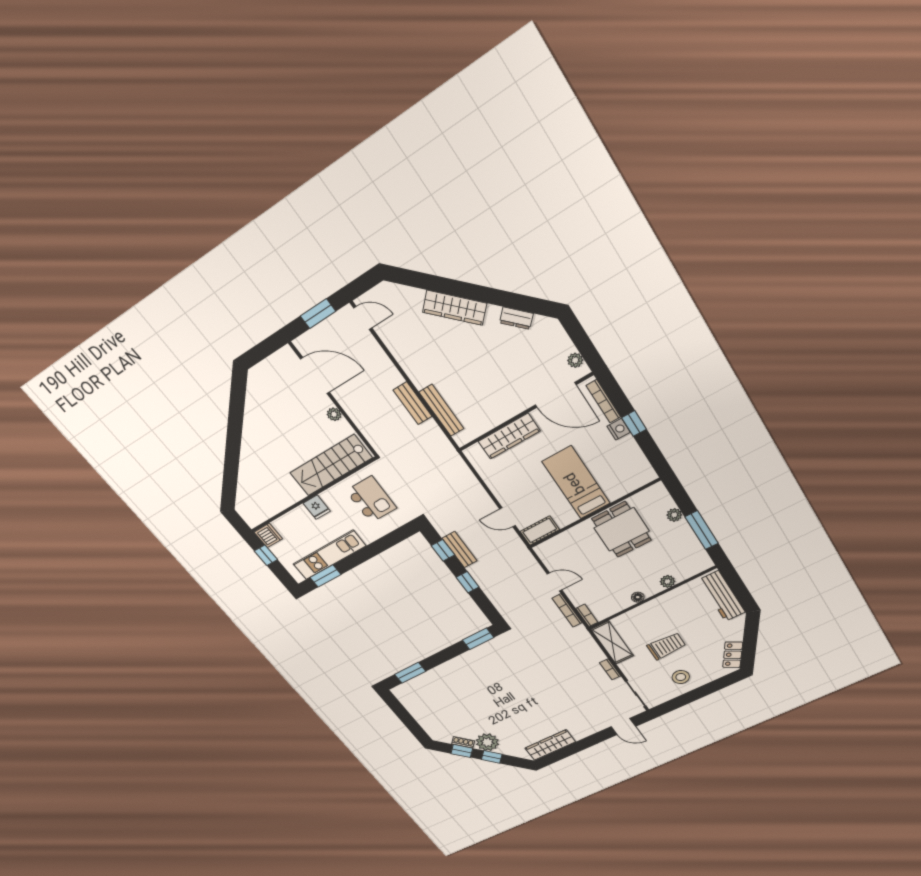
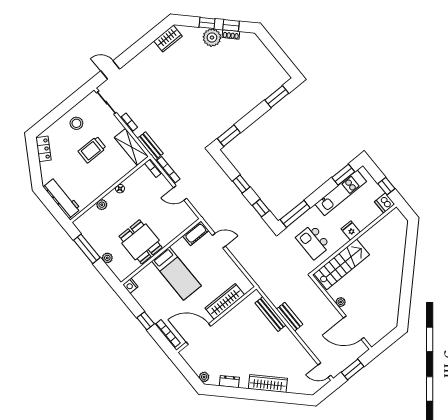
plant: (575, 360) -> (204, 377), moved
nightstand: (619, 429) -> (130, 286), moved
window: (395, 537) -> (295, 214), added
bench: (460, 550) -> (150, 146), moved
wardrobe: (550, 745) -> (168, 39), width x0.67

